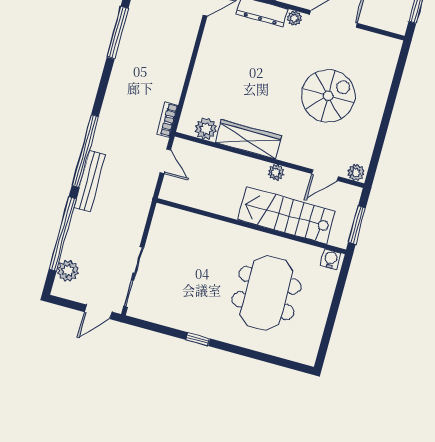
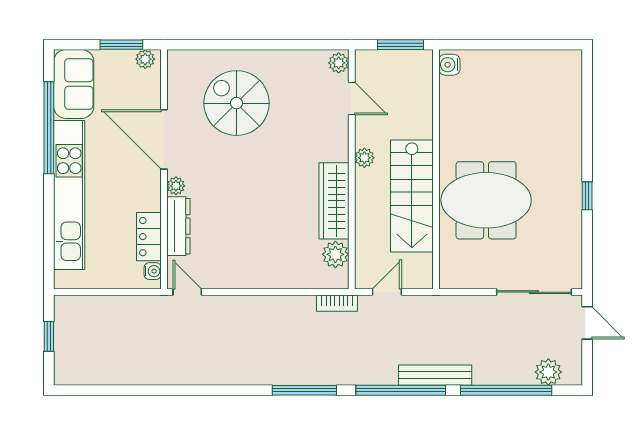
plant: (400, 21) -> (145, 59), added
window: (118, 33) -> (304, 390), moved
spiral stairs: (328, 96) -> (236, 103), moved
stairs: (286, 215) -> (412, 196), moved
meeting table: (266, 293) -> (486, 200), moved

